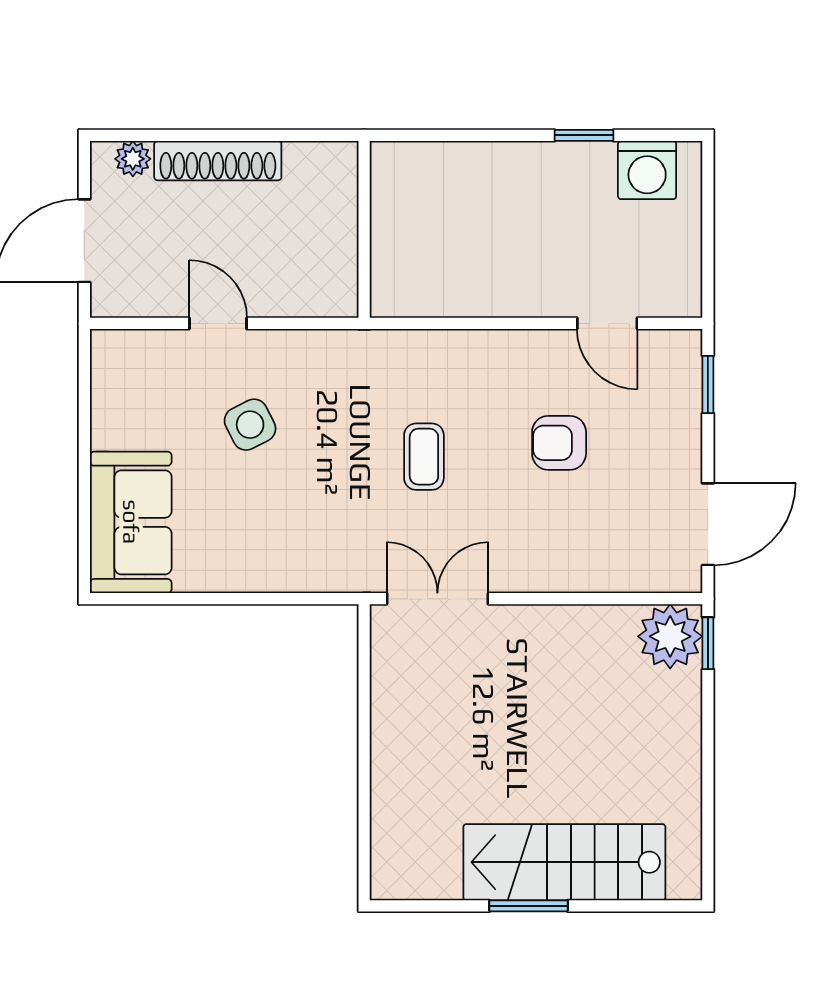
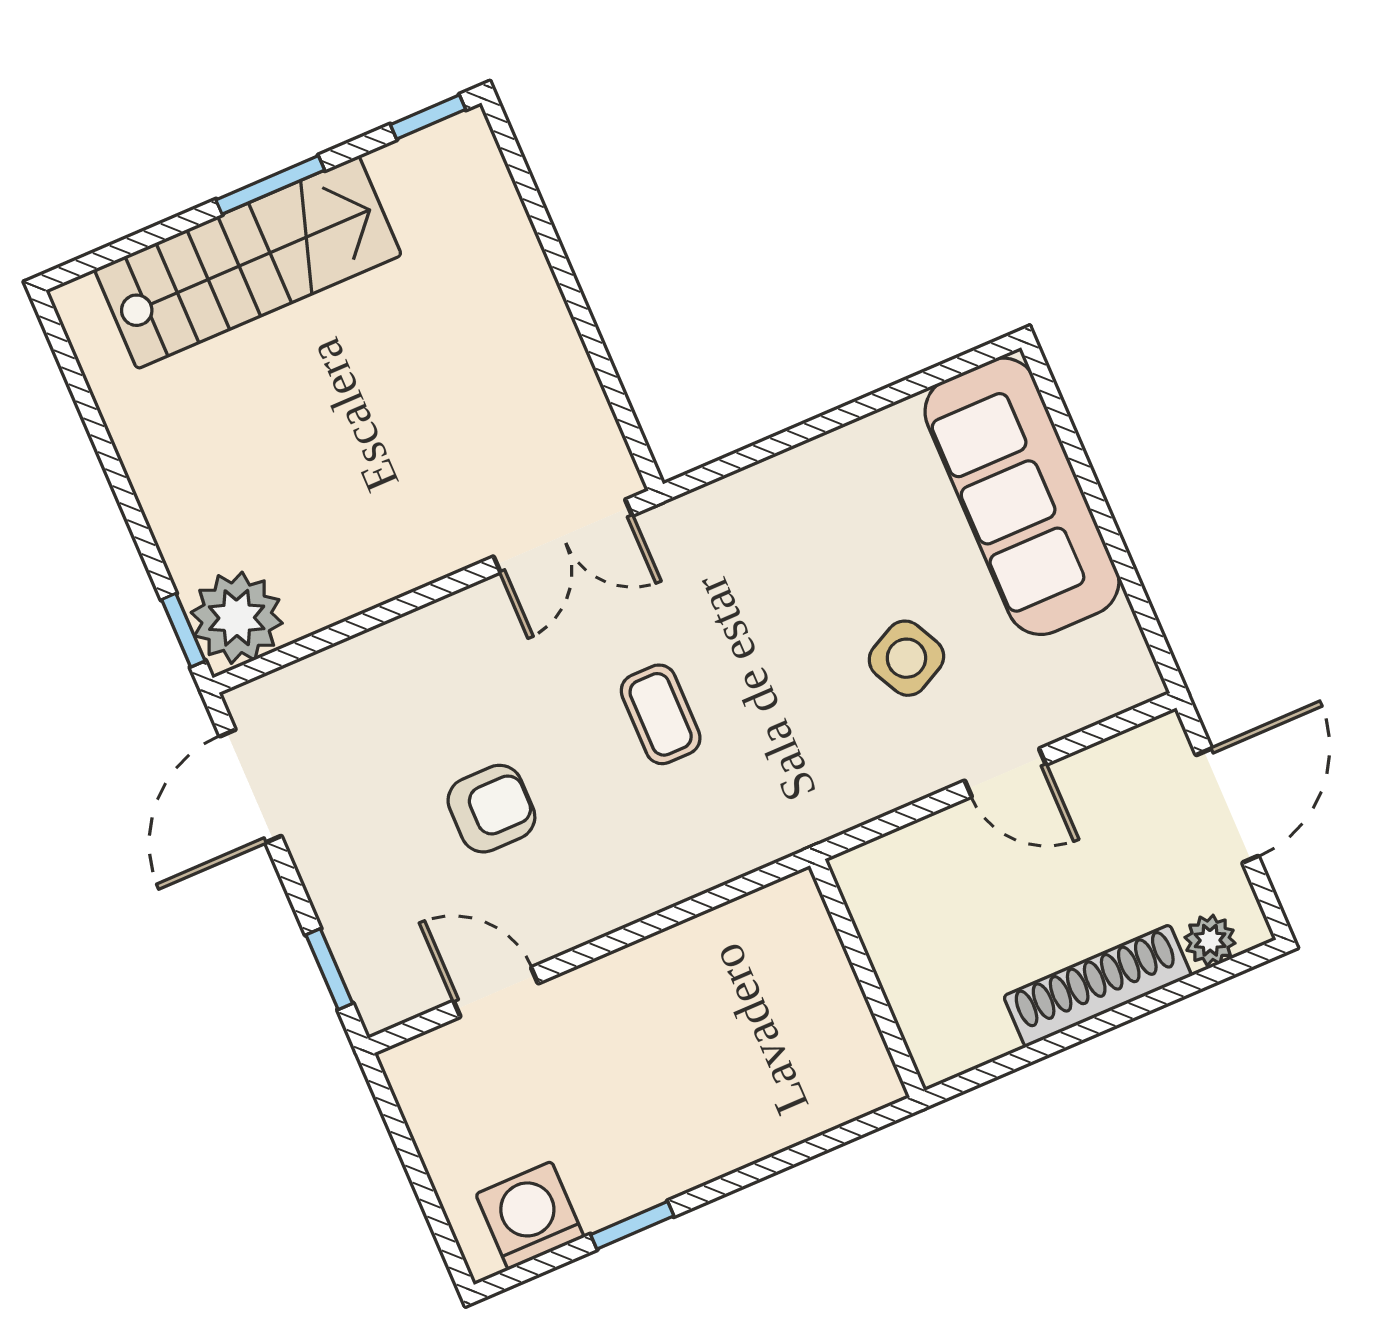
sofa: (131, 522) -> (1022, 496), width x1.36
window: (408, 906) -> (428, 117), added

